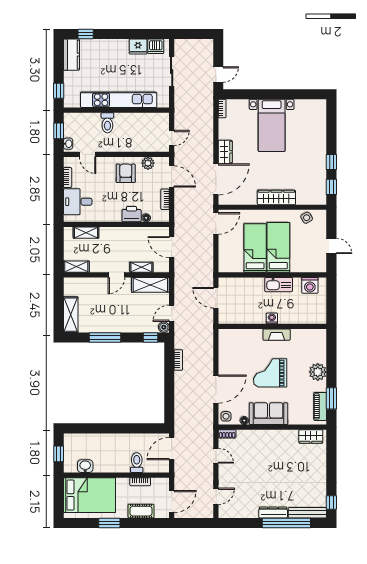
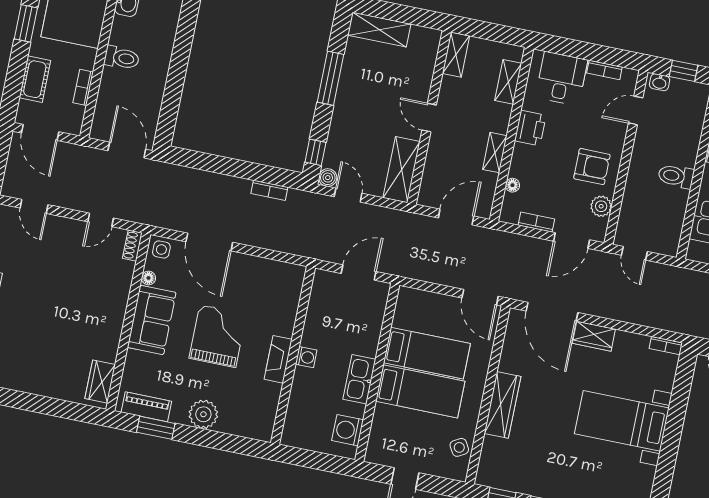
toilet: (107, 123) -> (676, 176), moved
printer: (132, 214) -> (530, 128), moved
shelving: (141, 267) -> (495, 153), moved
toilet: (137, 463) -> (122, 58), moved

